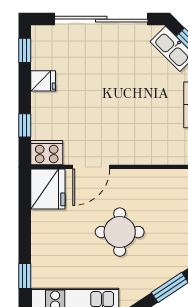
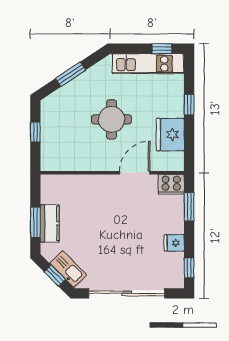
window: (25, 125) -> (189, 207), width x1.50
fridge: (48, 189) -> (170, 135), moved
window: (25, 276) -> (189, 105), moved

